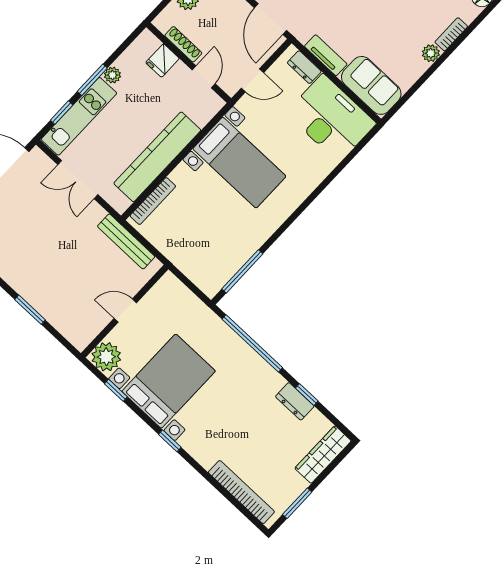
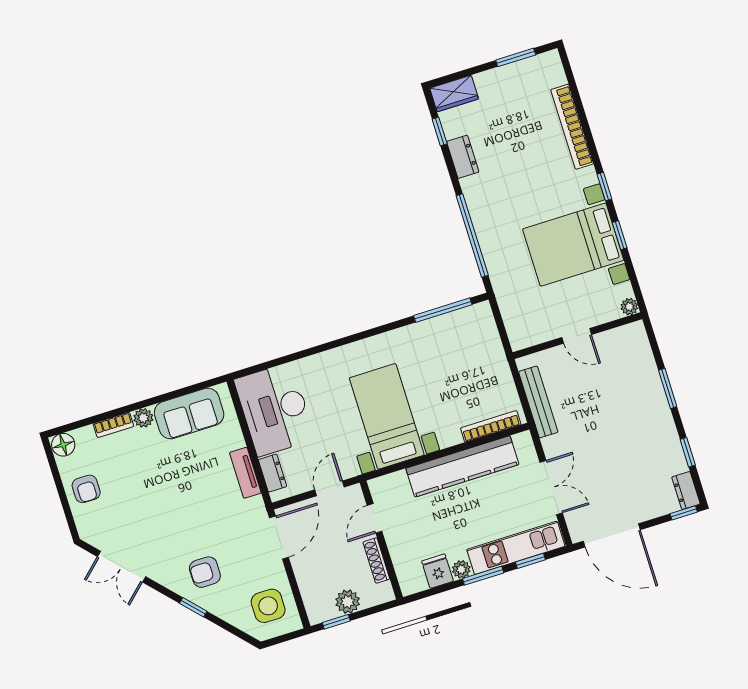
fridge: (162, 61) -> (437, 571), moved, turned -90
door: (252, 80) -> (330, 488), hinge flipped
sofa: (371, 85) -> (189, 413), moved, turned -90
plant: (106, 357) -> (629, 307), width x0.53, depth x0.53
window: (116, 390) -> (620, 235), moved
window: (307, 395) -> (440, 131), moved
wardrobe: (323, 455) -> (454, 94), width x0.67
bookcase: (241, 492) -> (572, 127), moved

